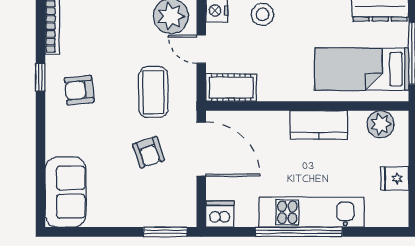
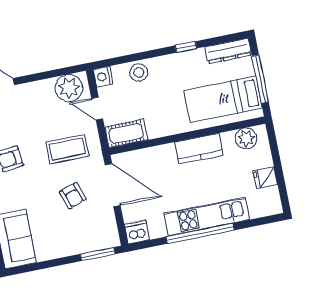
coffee table: (153, 92) -> (67, 149), turned 90

